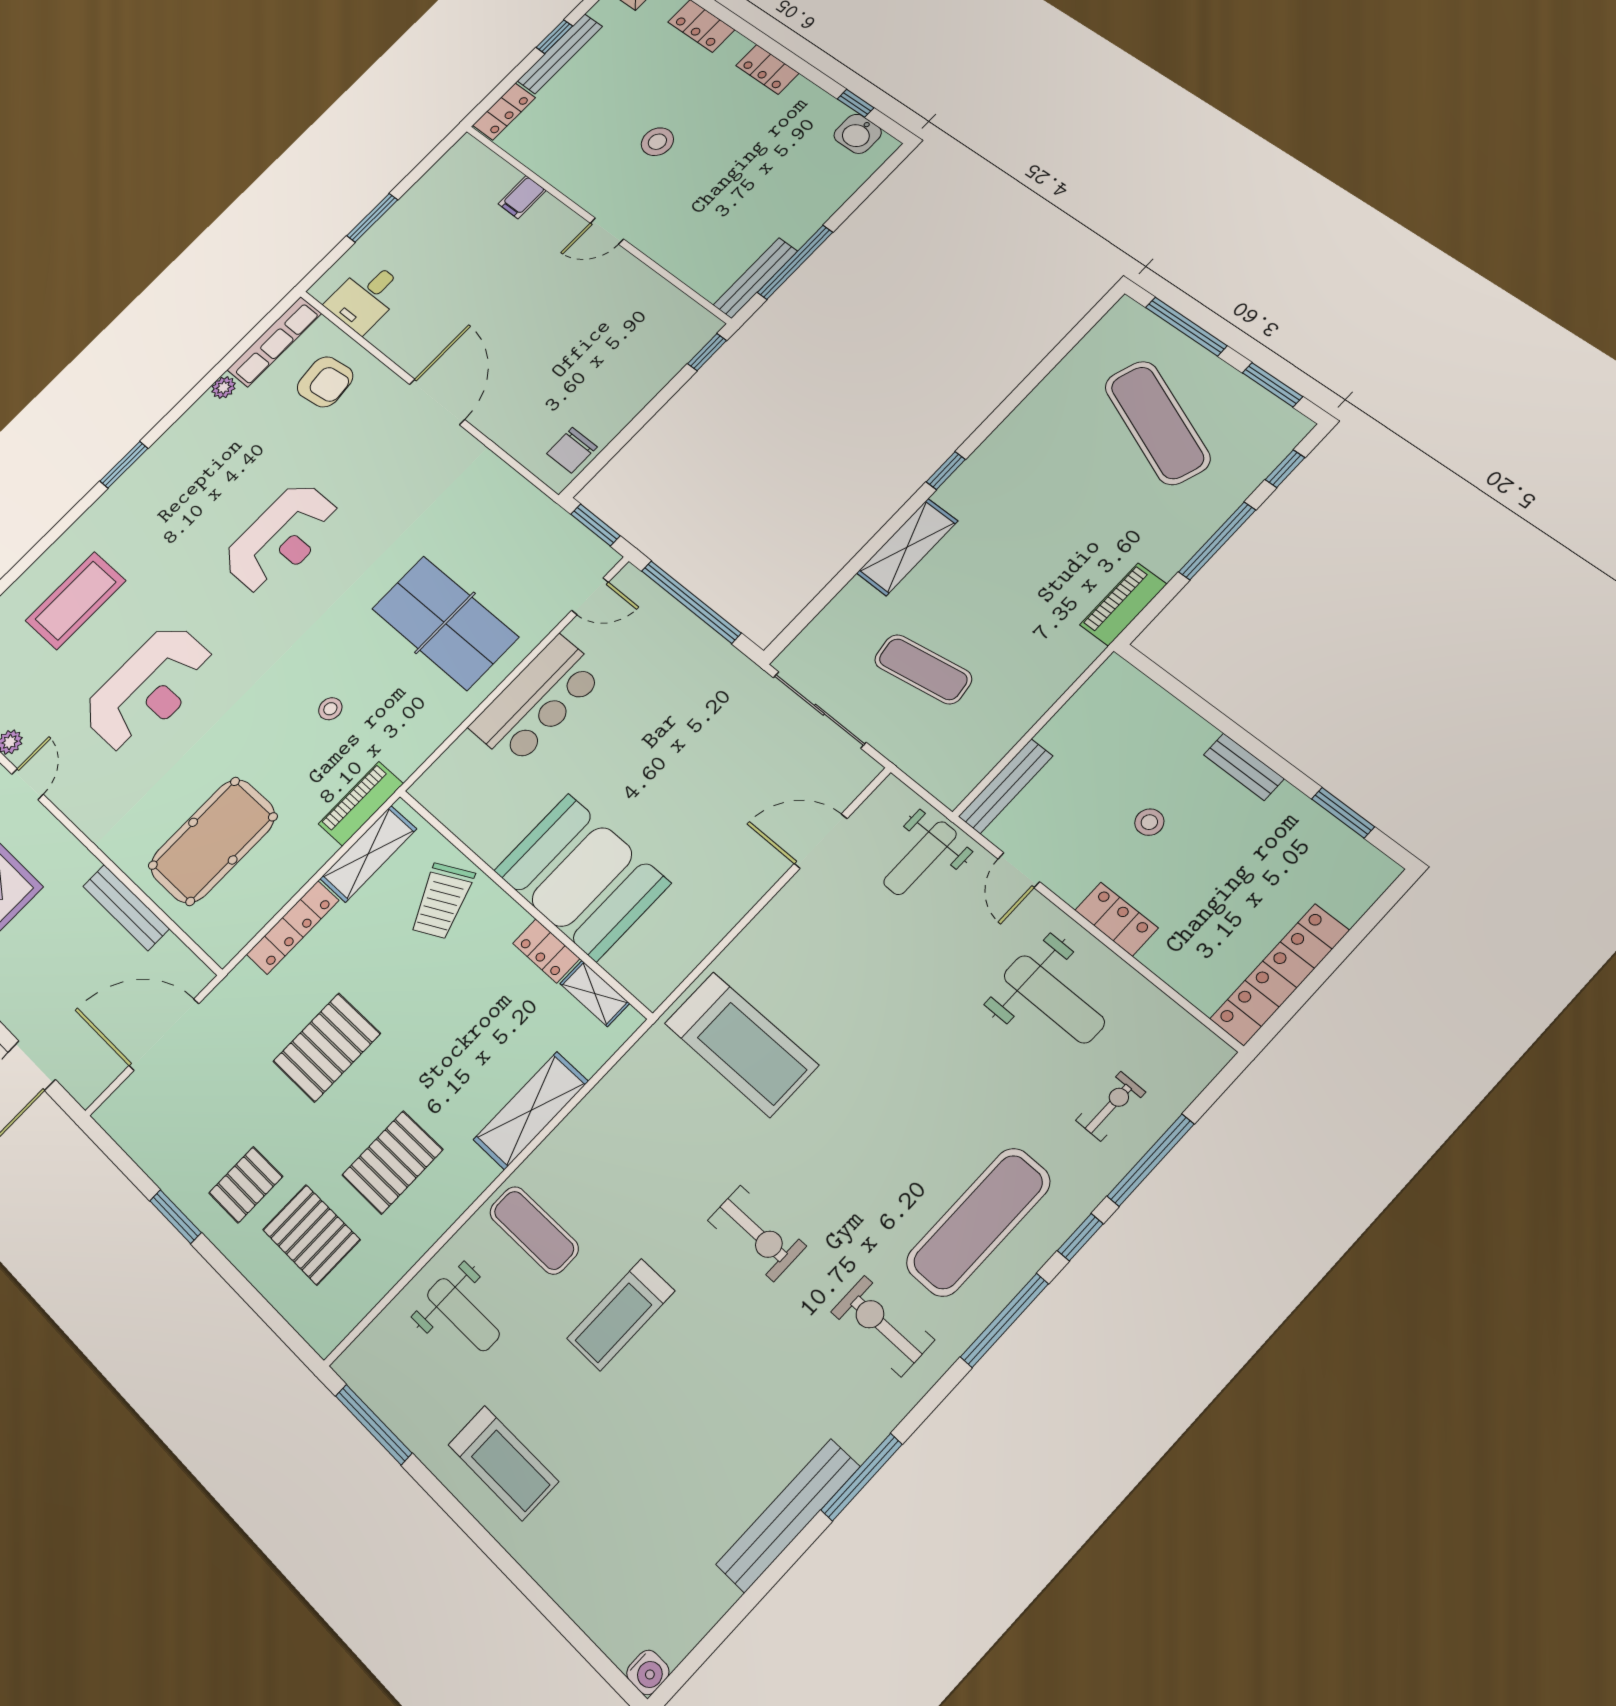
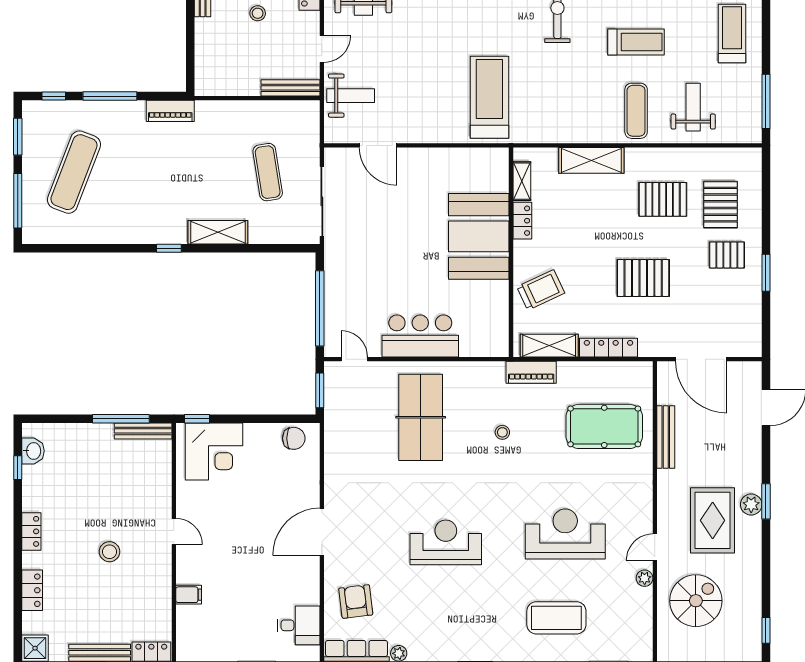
corner desk: (650, 344) -> (214, 451), added

